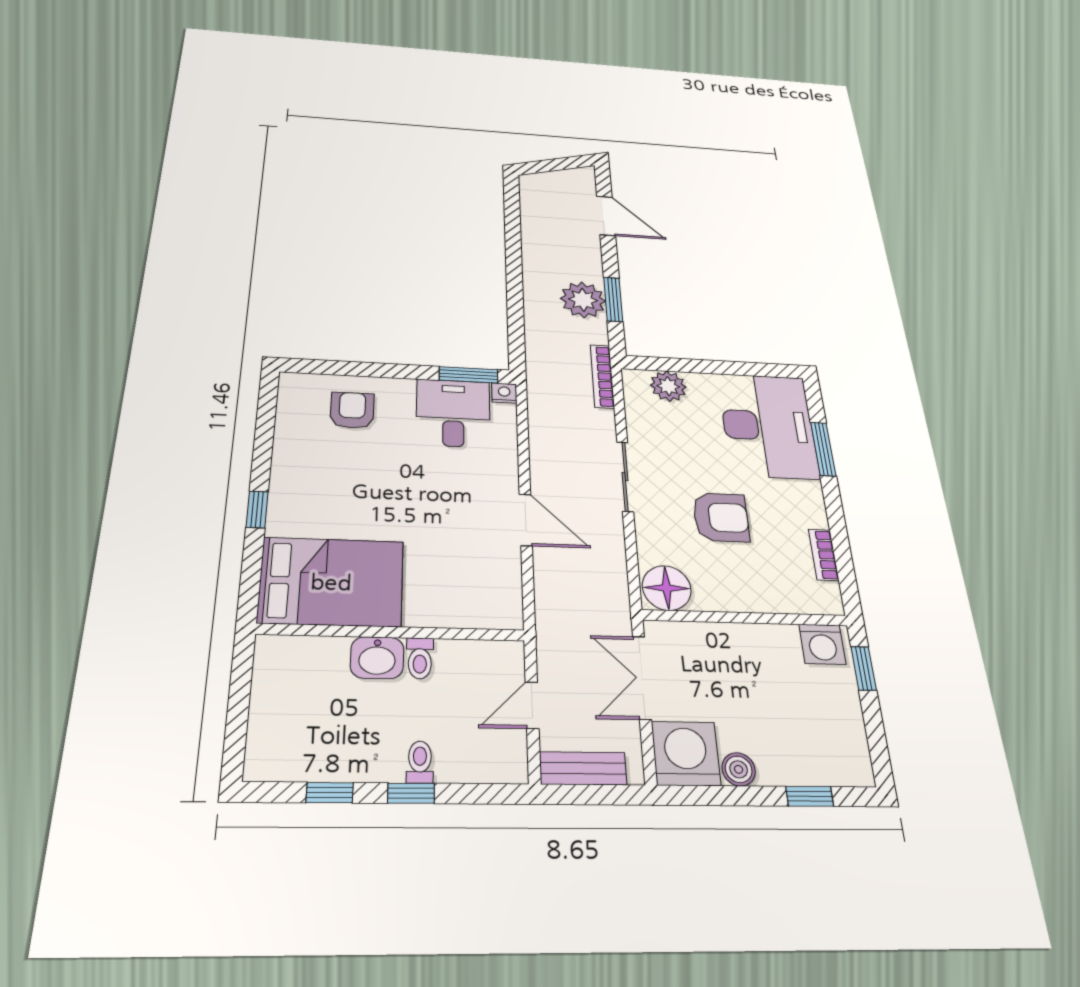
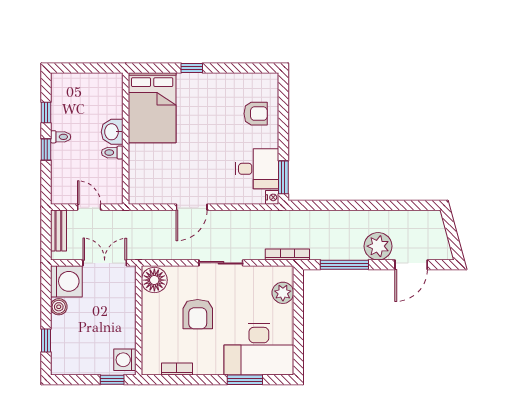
window: (613, 299) -> (344, 265), width x1.44
plant: (583, 300) -> (378, 246), moved
toilet: (420, 762) -> (61, 137), moved

